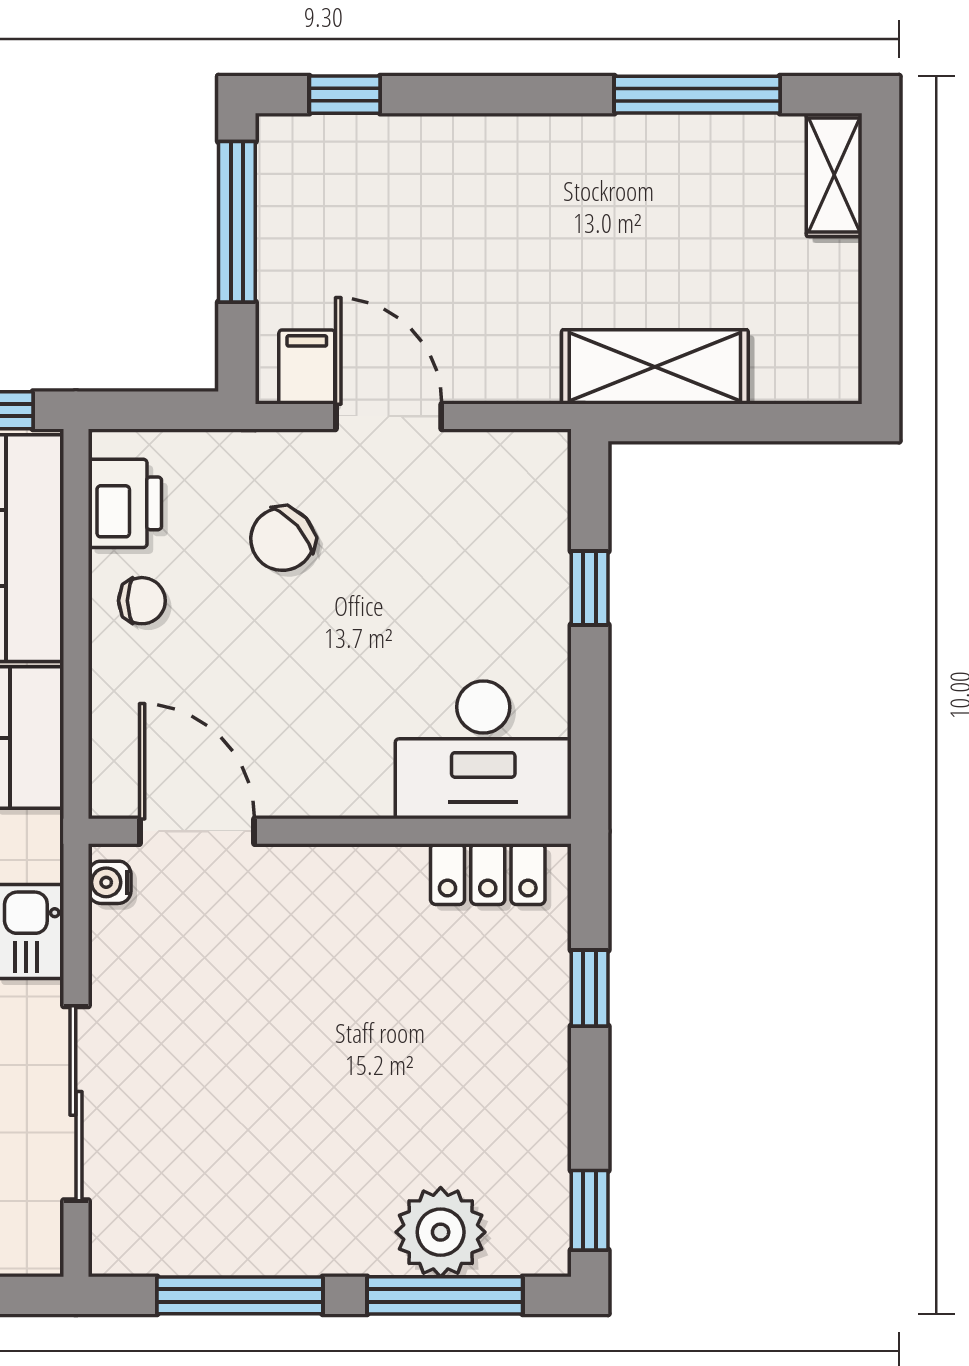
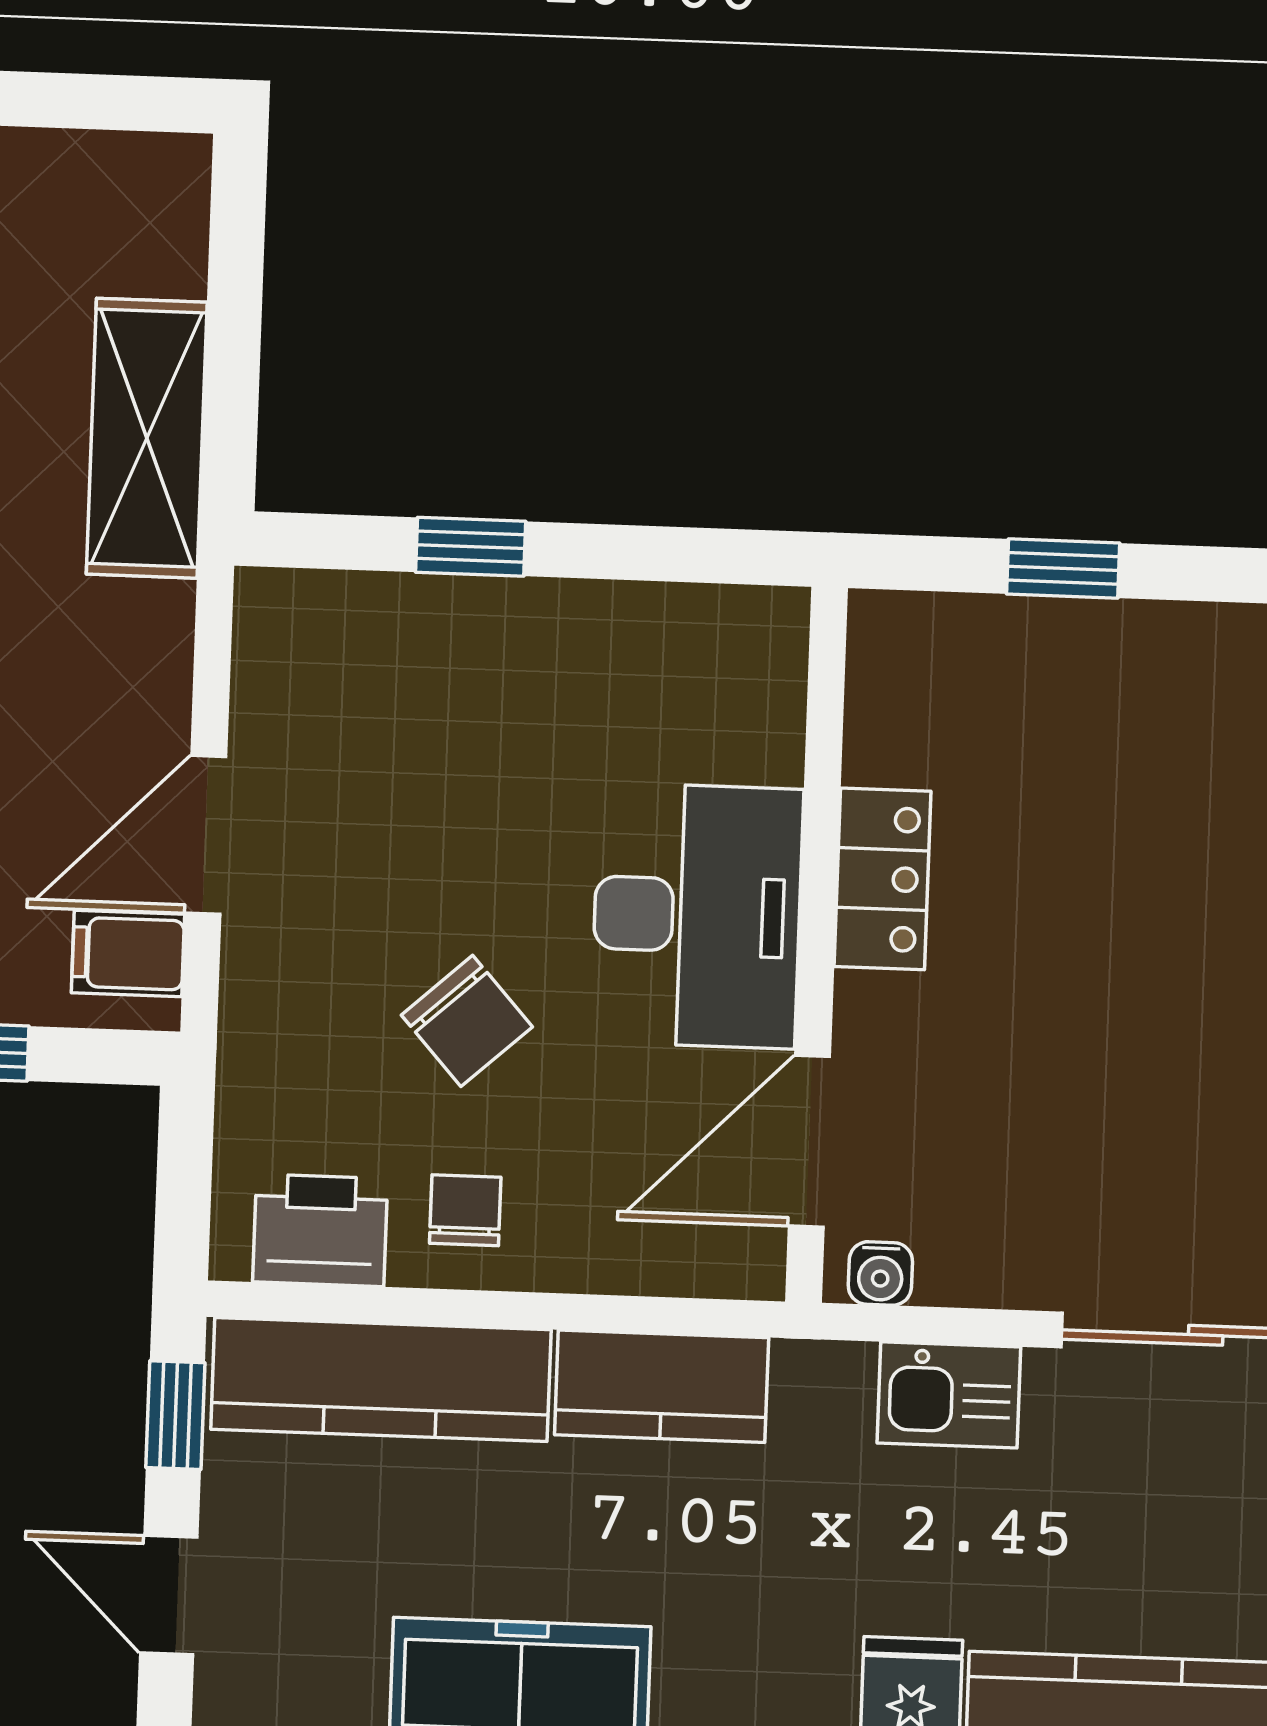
chair: (282, 539) -> (467, 1021), moved
desk: (483, 750) -> (697, 916), moved
locker: (488, 874) -> (883, 879), moved

